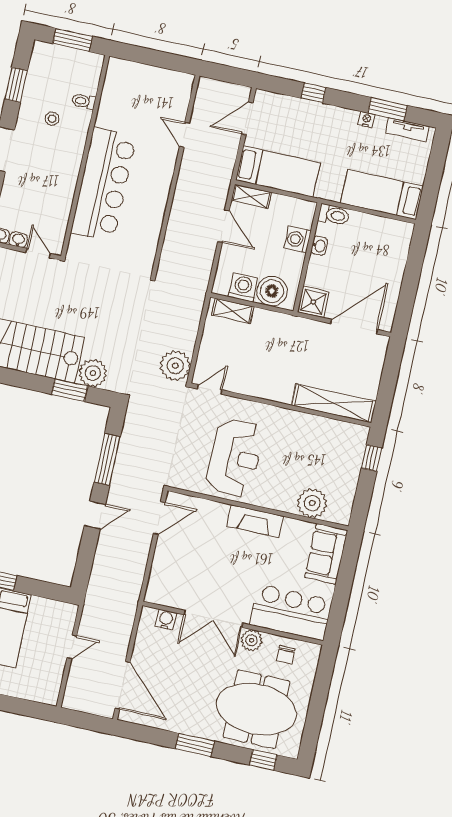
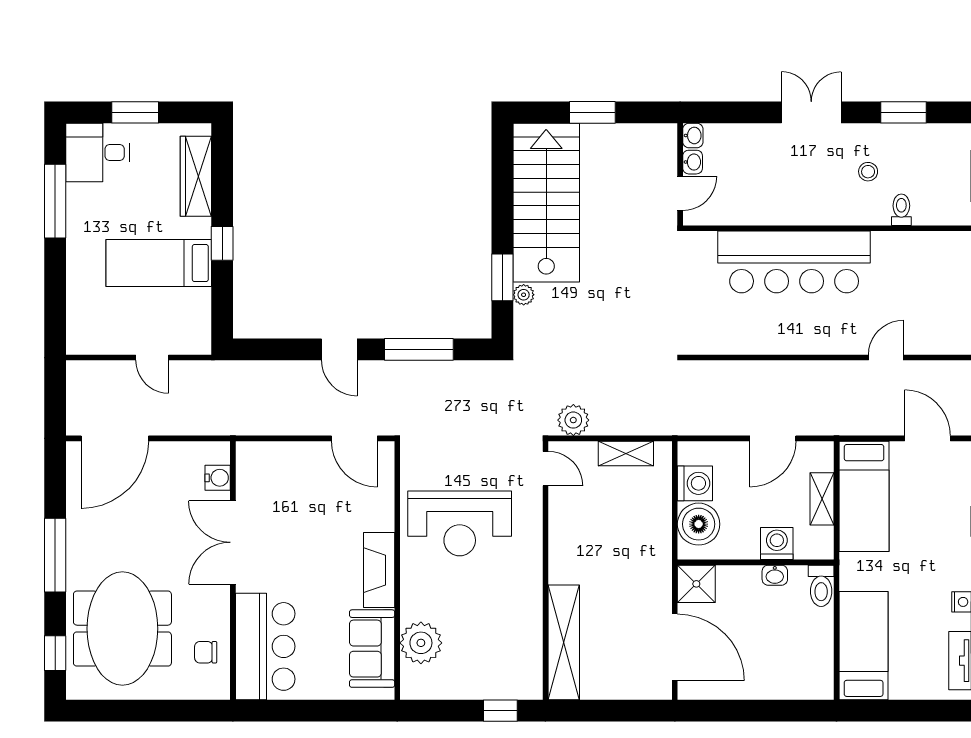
shelving: (251, 196) -> (822, 499), moved
shelving: (233, 311) -> (626, 453), moved, turned 90
plant: (175, 366) -> (573, 420), width x0.73, depth x0.73
plant: (93, 373) -> (524, 295), width x0.53, depth x0.53
sofa: (326, 554) -> (372, 649), moved, turned -90
plant: (252, 640) -> (215, 601), removed
window: (195, 745) -> (55, 555), width x1.44

